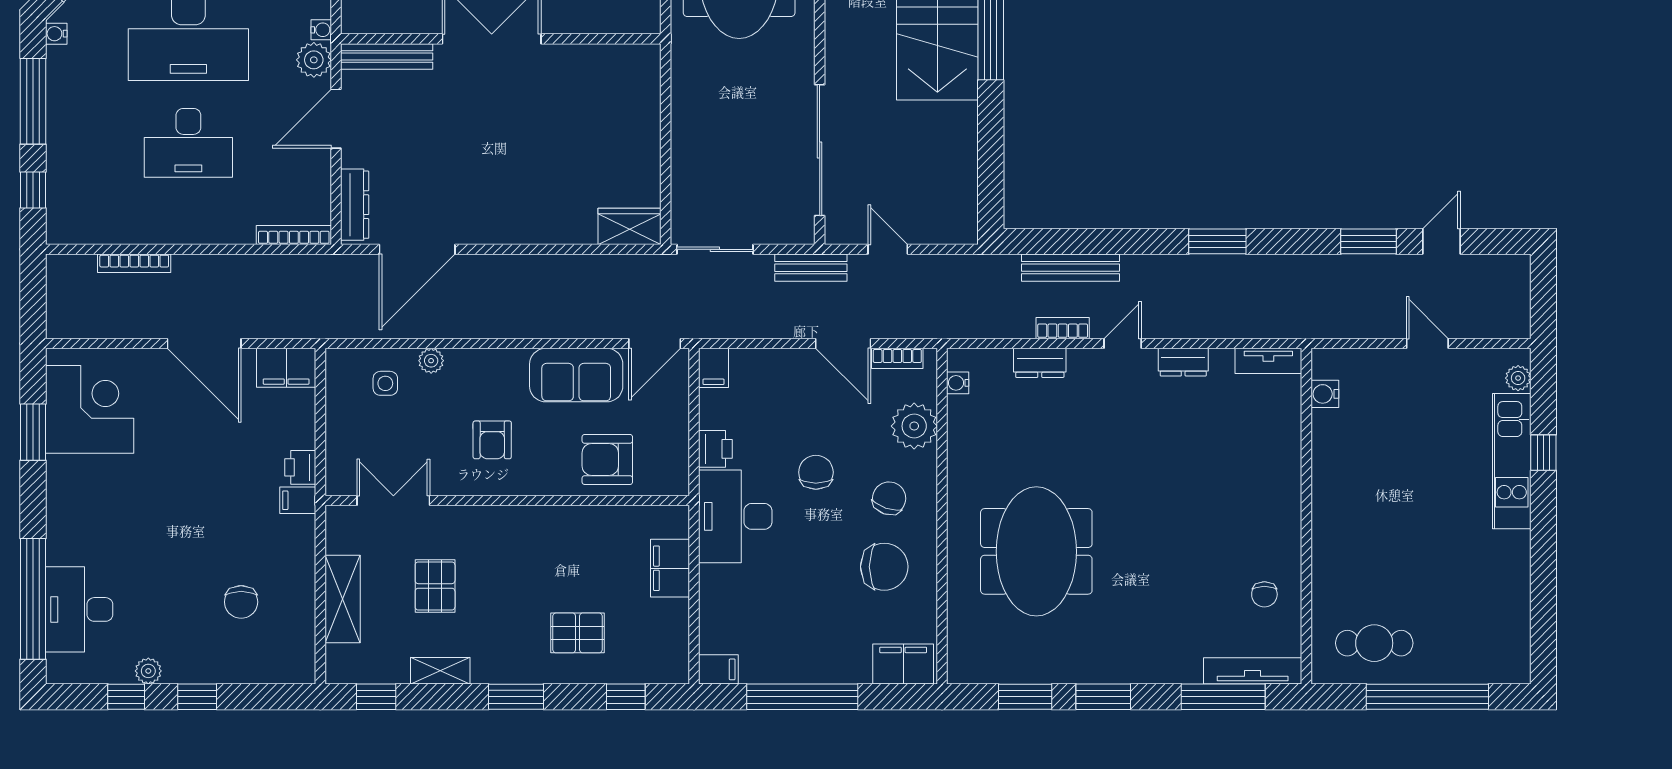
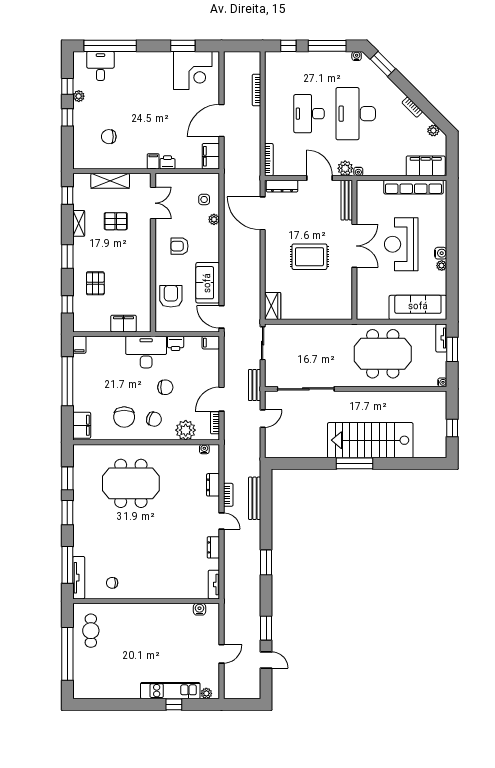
rug: (517, 142) -> (309, 257), added
desk: (79, 609) -> (100, 66), width x0.73

